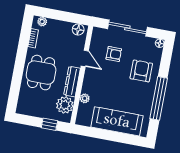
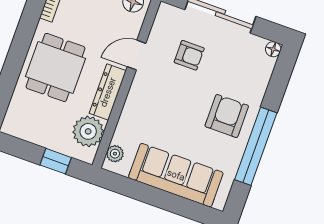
door: (85, 58) -> (137, 55), swing flipped
armchair: (141, 71) -> (227, 116), moved
plant: (85, 98) -> (115, 154), moved

